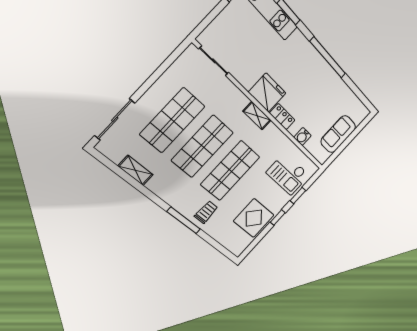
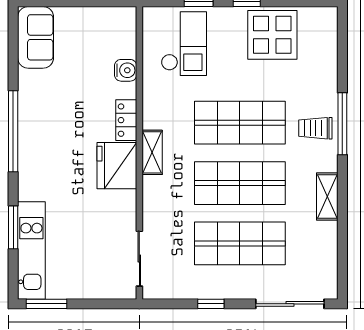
window: (155, 77) -> (211, 304), added
sofa: (338, 134) -> (36, 37), moved, turned -90
shelving: (136, 170) -> (327, 197), moved
trolley: (206, 212) -> (315, 128), moved

